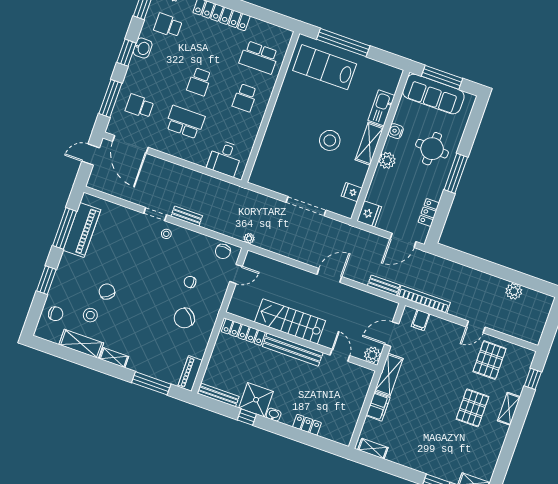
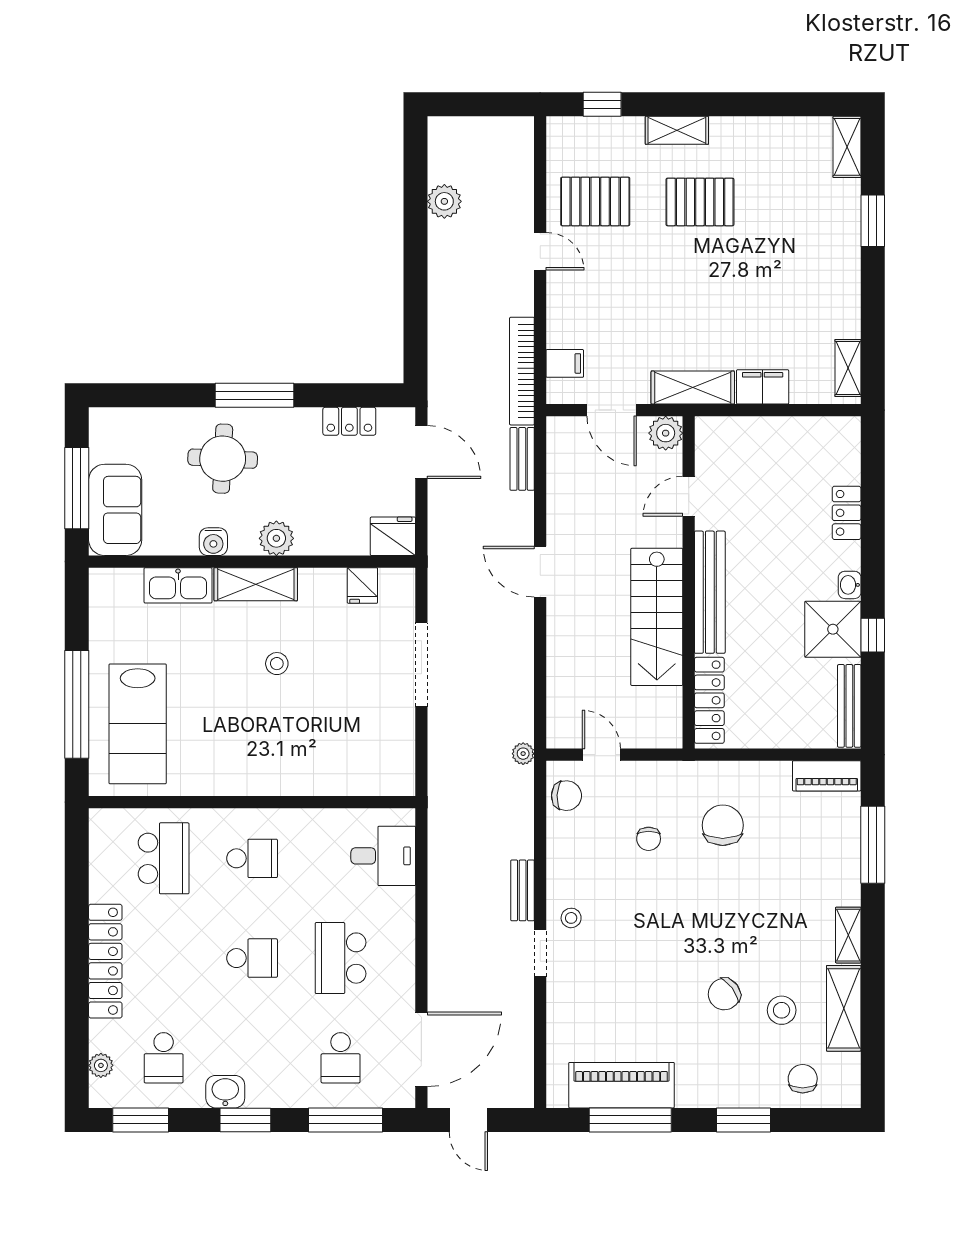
sofa: (433, 94) -> (115, 510), width x0.73
stool: (330, 140) -> (277, 664), width x0.53, depth x0.53
chair: (184, 318) -> (723, 825), turned -137

